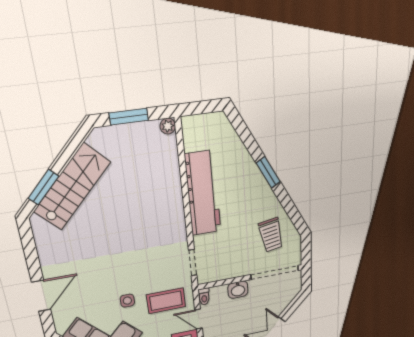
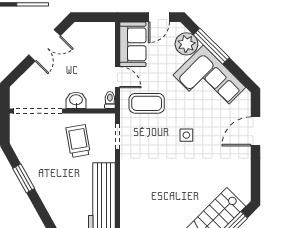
window: (268, 172) -> (24, 178), moved
trolley: (271, 235) -> (78, 141), moved
side table: (127, 301) -> (186, 135), moved

